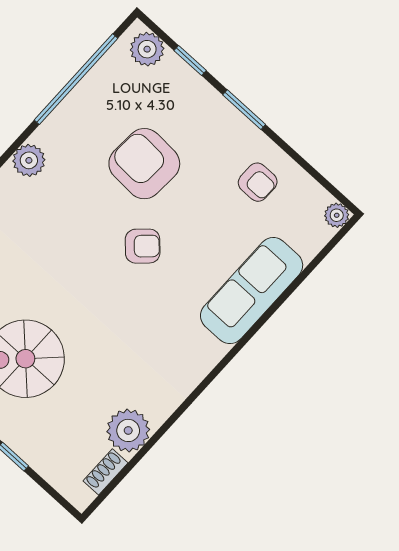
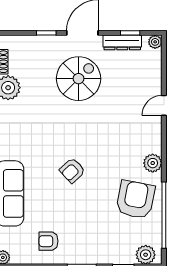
armchair: (144, 164) -> (135, 199), moved, turned -82

